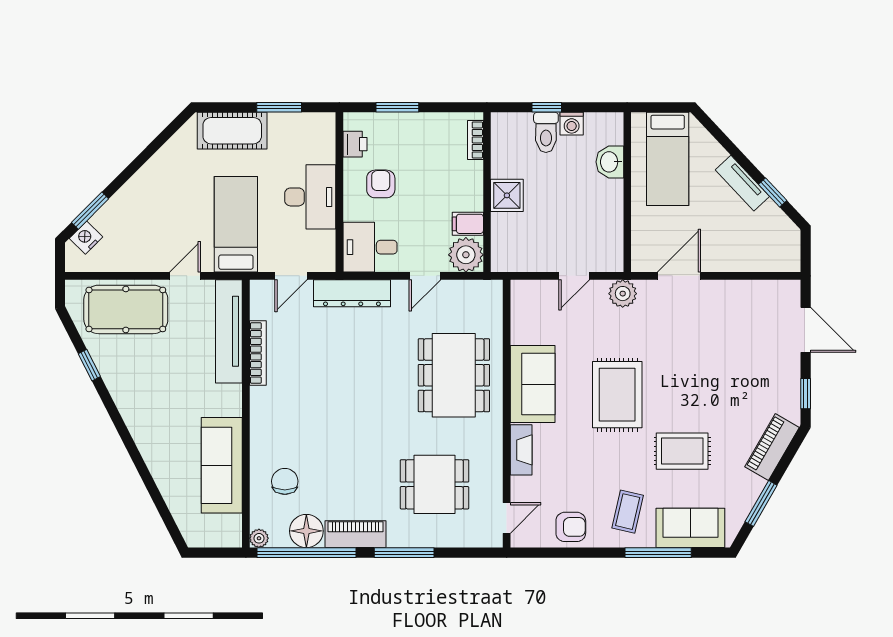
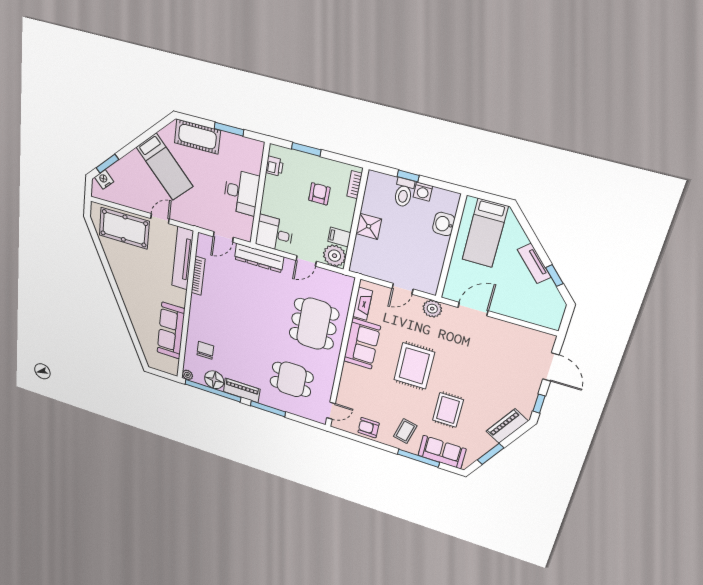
armchair: (381, 184) -> (319, 194), moved
bed: (236, 224) -> (165, 167), moved, turned 135
window: (89, 365) -> (102, 254), removed
fireplace: (521, 450) -> (363, 304), moved
rug: (682, 451) -> (448, 410), turned 90
armchair: (571, 527) -> (369, 428), turned 180

